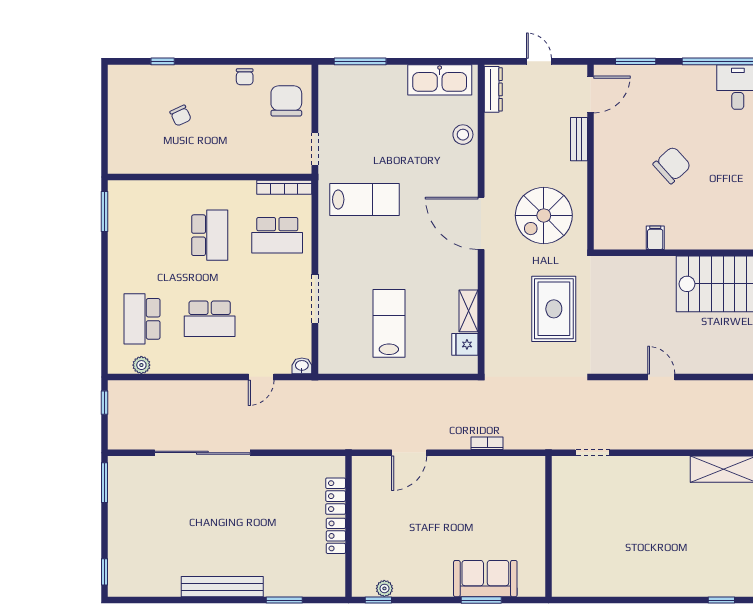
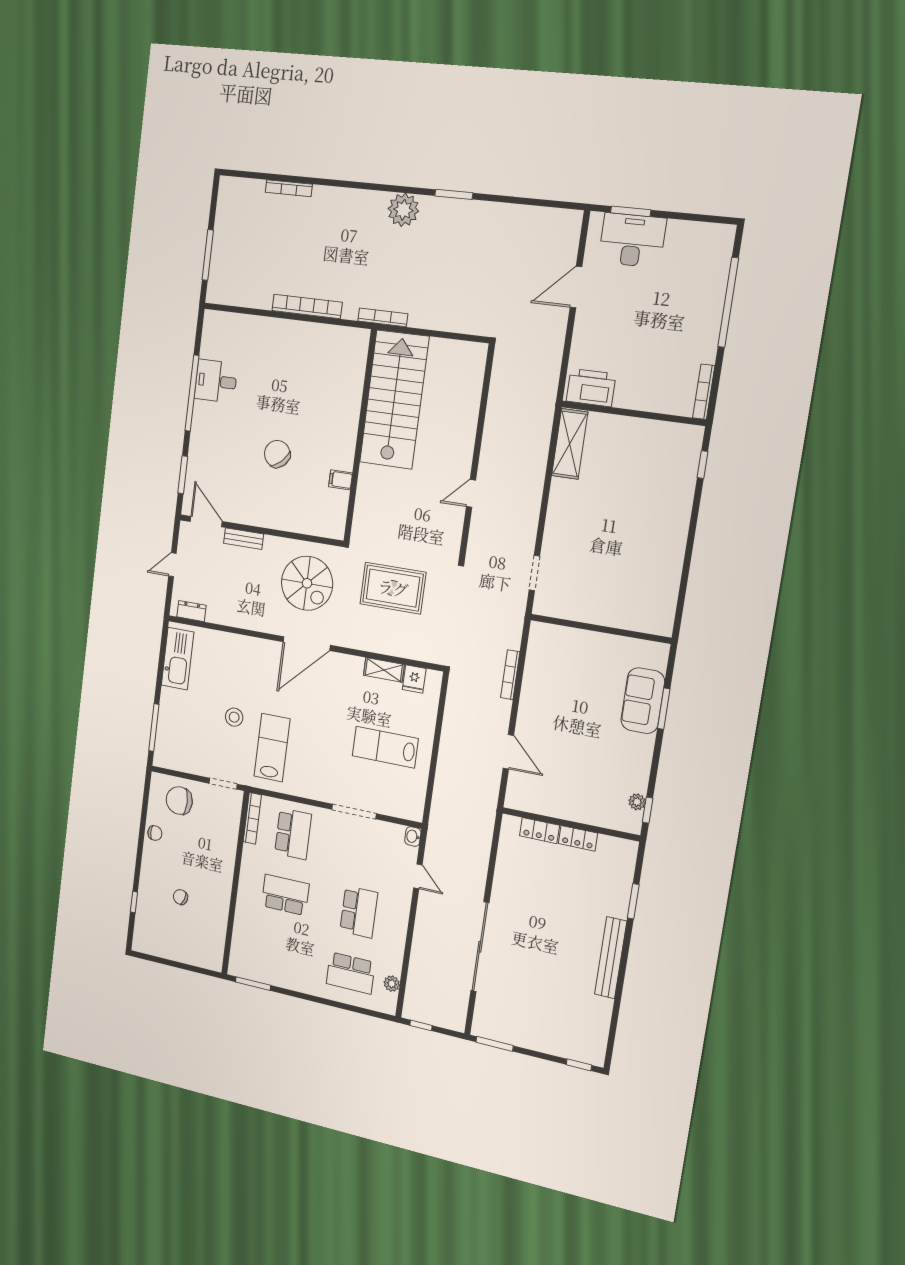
dresser: (493, 89) -> (191, 611), width x0.70
chair: (181, 116) -> (180, 897), turned -135
stool: (463, 135) -> (234, 717), moved
bookcase: (487, 443) -> (510, 675), width x1.56

